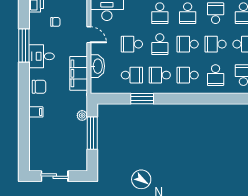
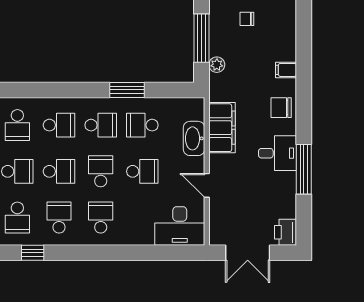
chair: (55, 22) -> (247, 19), moved
school desk: (216, 75) -> (17, 125), turned 180

